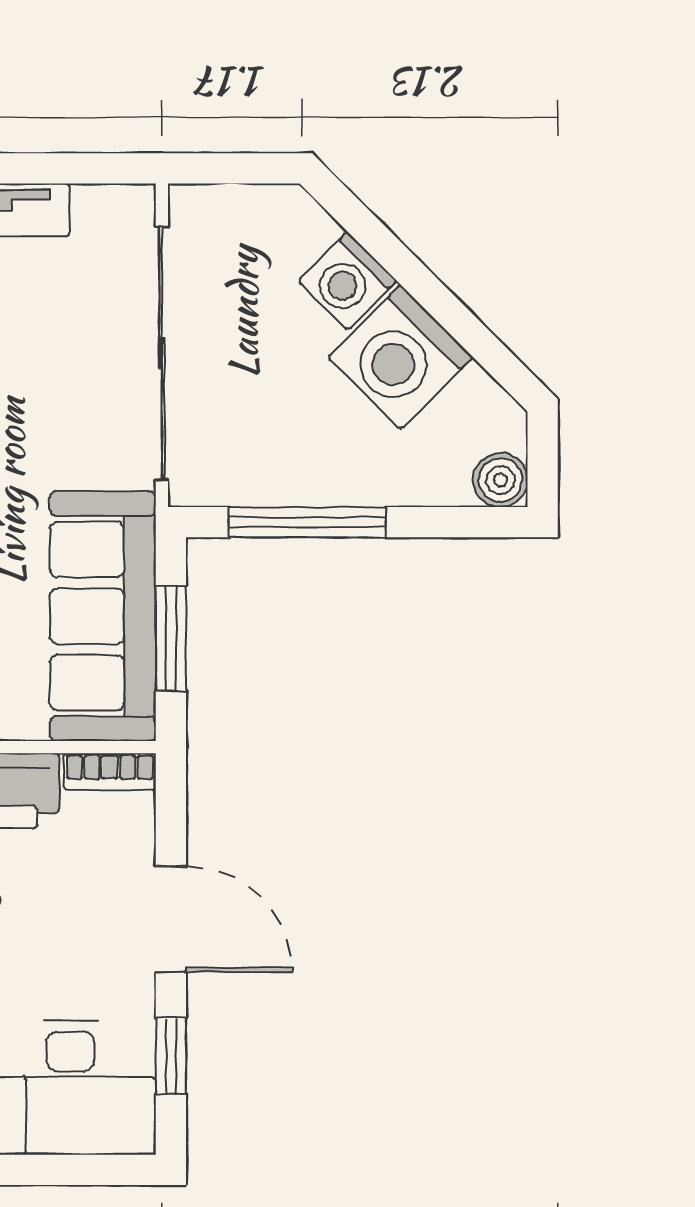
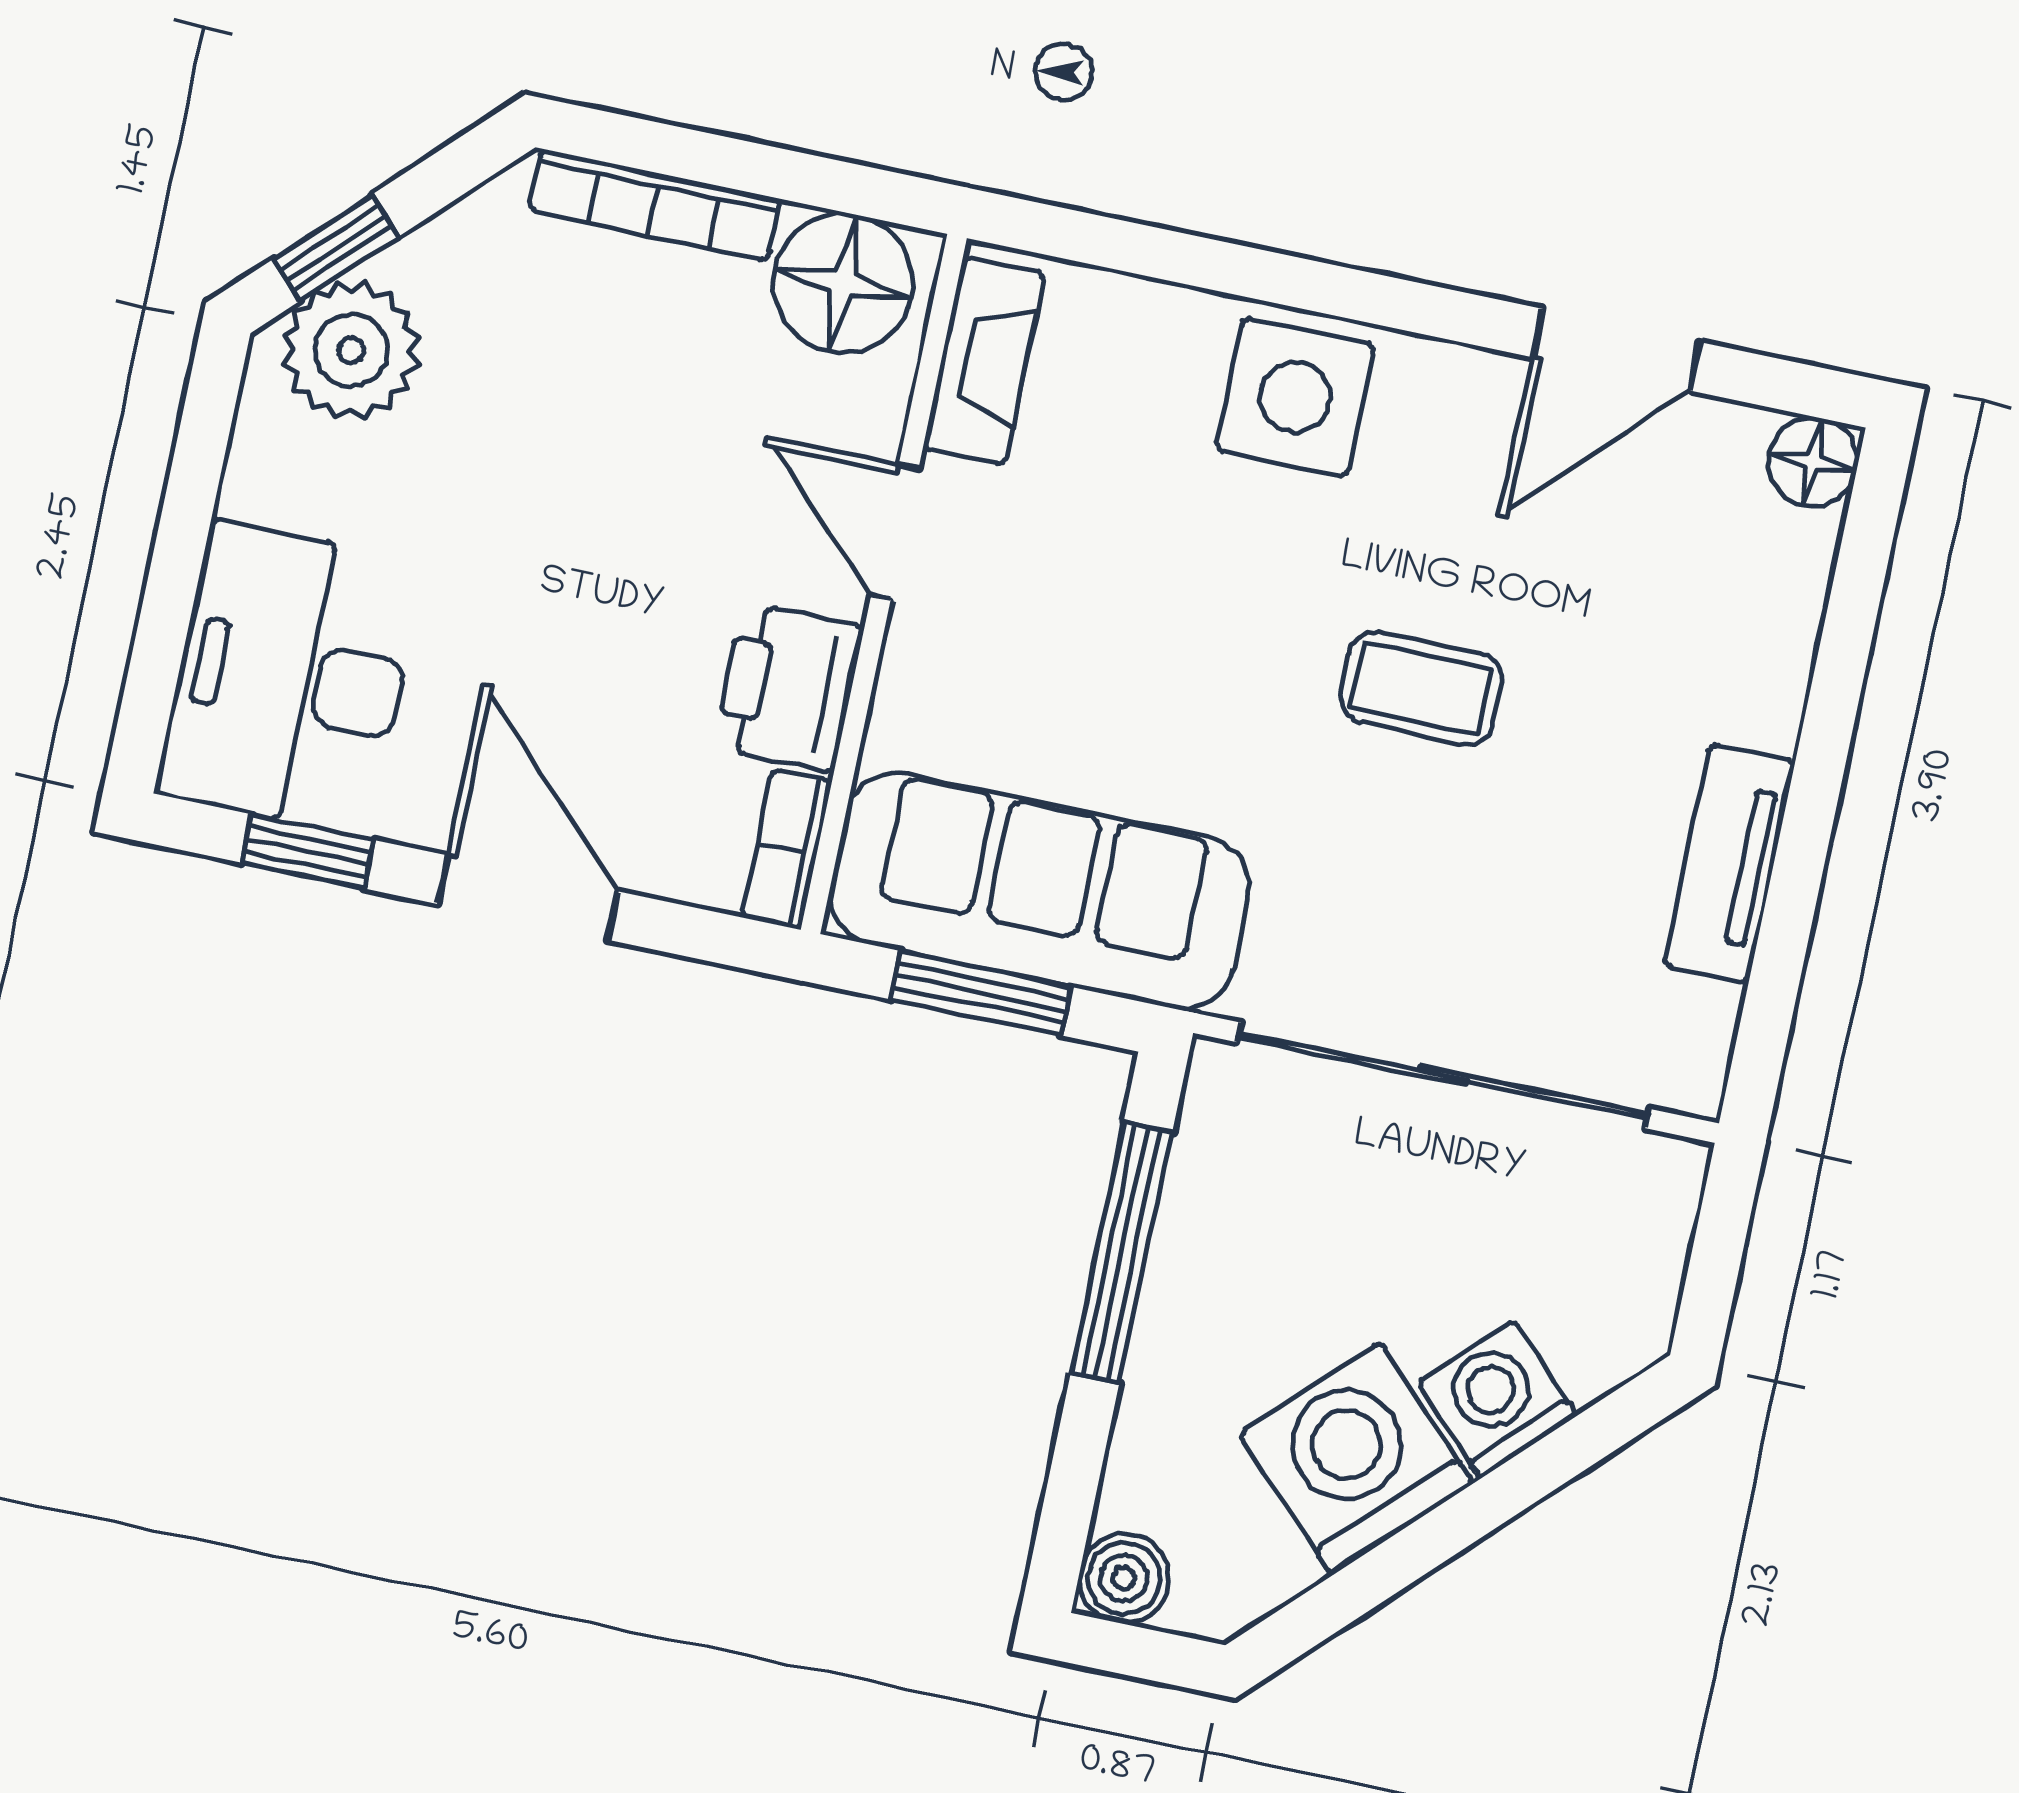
door: (171, 919) -> (528, 898), swing flipped

